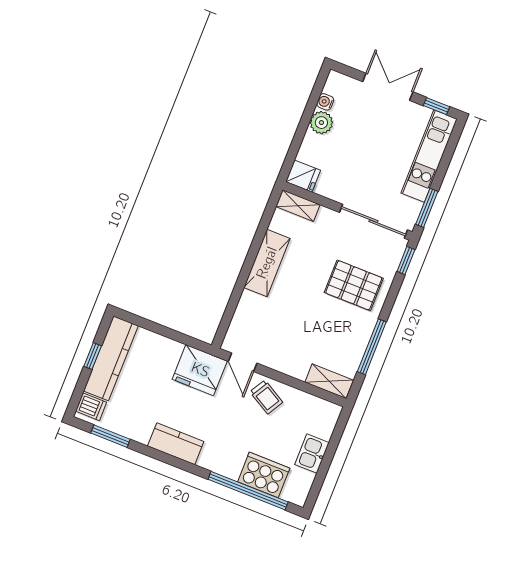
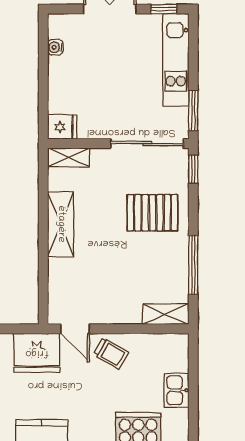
plant: (321, 123) -> (60, 69), removed

